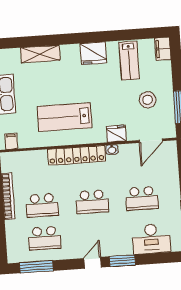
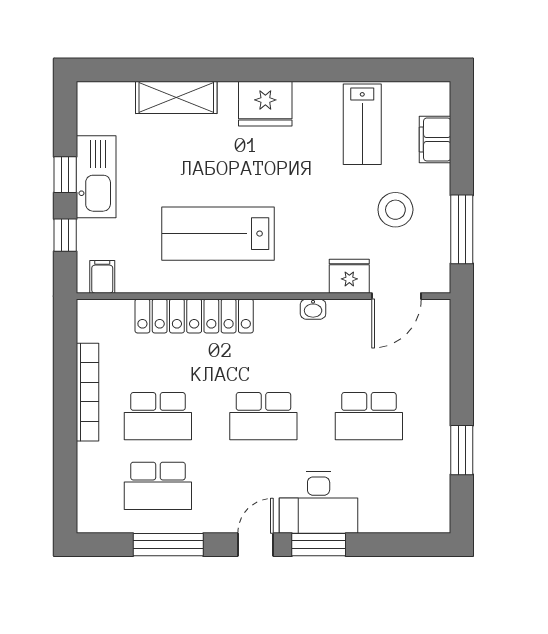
filing cabinet: (163, 49) -> (435, 139), moved
fridge: (93, 53) -> (265, 104), moved
fridge: (116, 134) -> (349, 276), moved
locker: (77, 155) -> (194, 316), moved
desk: (151, 239) -> (319, 503), moved
window: (36, 267) -> (168, 545), moved

